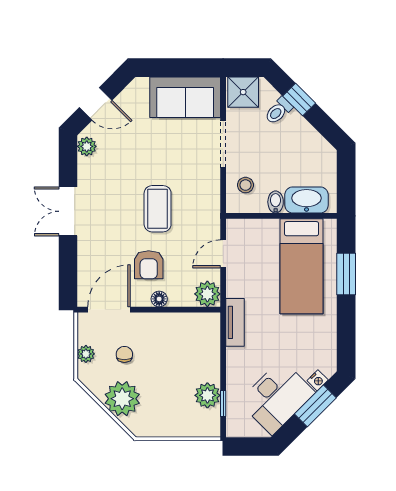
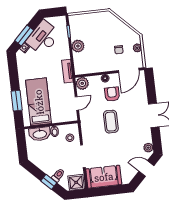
plant: (207, 395) -> (78, 46), moved
plant: (122, 399) -> (117, 28), removed

